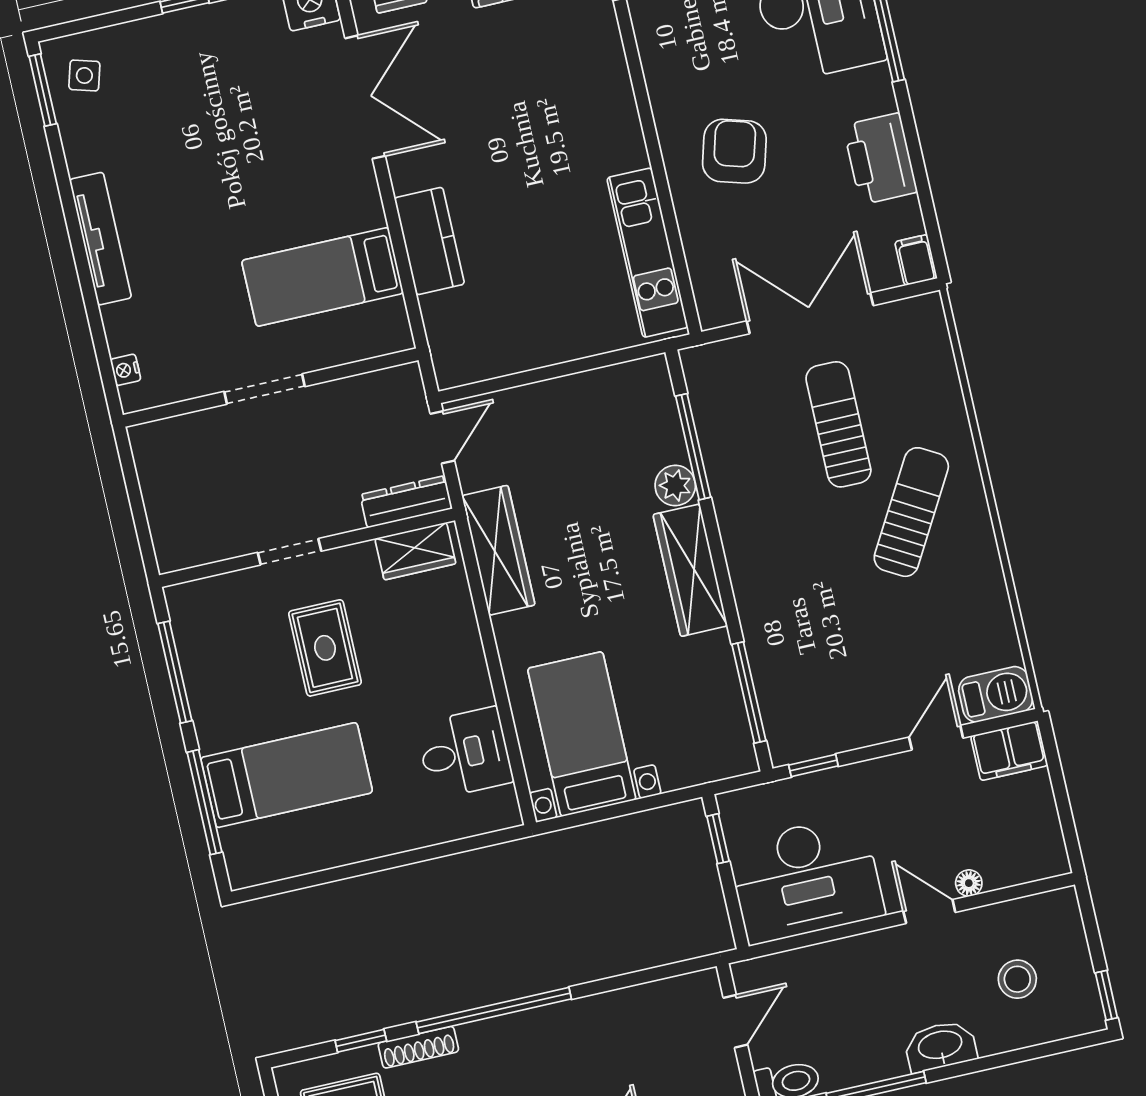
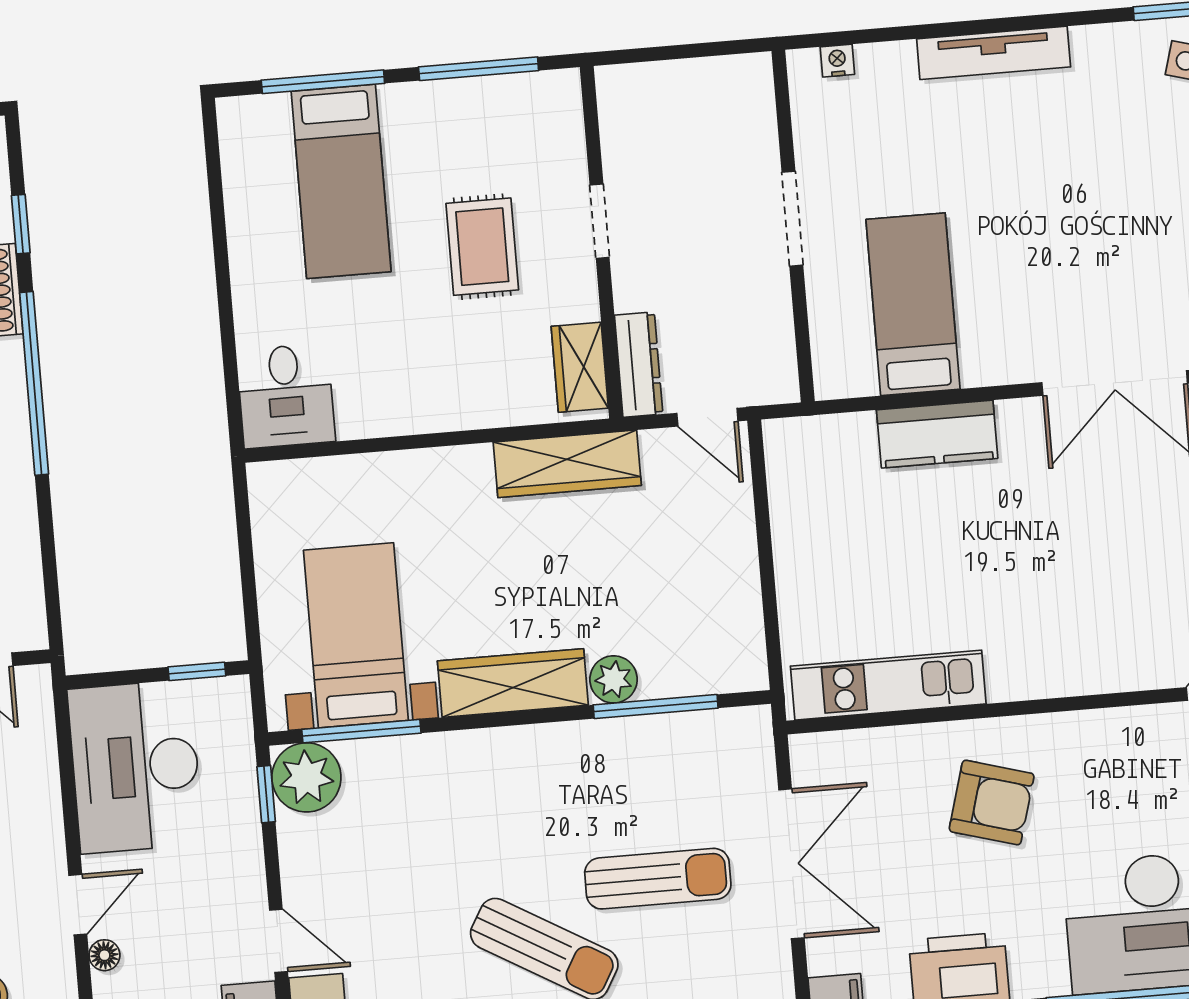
rug: (325, 648) -> (482, 247), turned 90
plant: (795, 733) -> (306, 777), added
bed with nightstands: (582, 734) -> (356, 635), moved, turned -90
desk: (465, 753) -> (286, 396), moved

